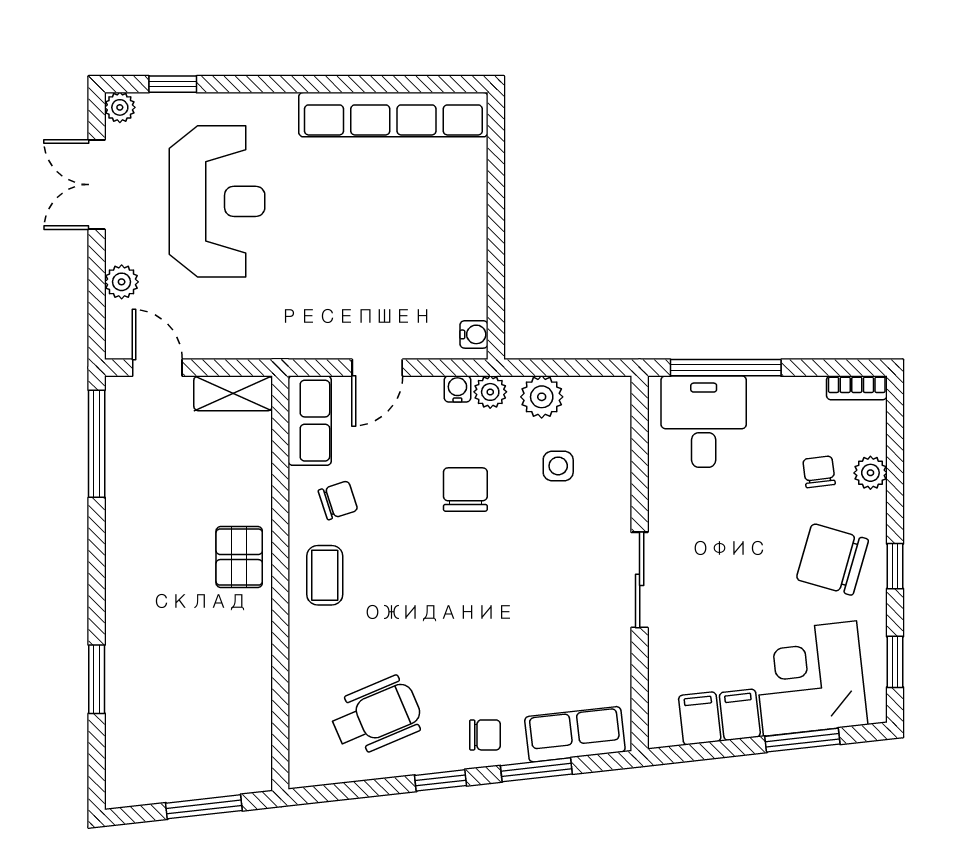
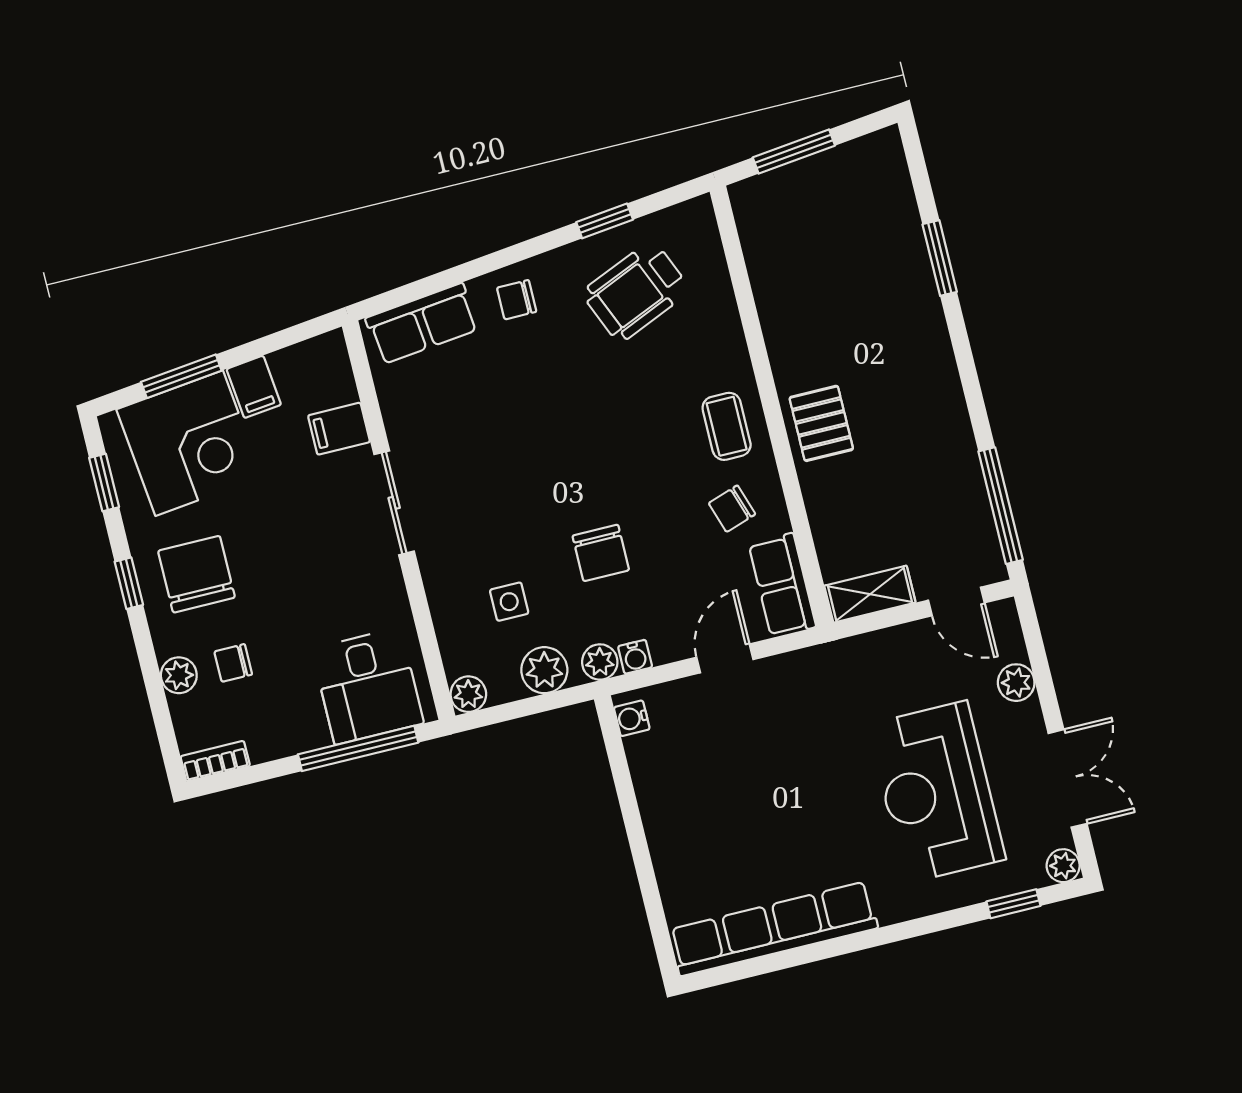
plant: (615, 392) -> (468, 694), added
chair: (819, 472) -> (233, 663), turned 97
chair: (832, 559) -> (196, 574), turned -106
filing cabinet: (700, 718) -> (339, 429), moved, turned 96
window: (536, 770) -> (454, 276), removed
window: (441, 780) -> (605, 221), moved

